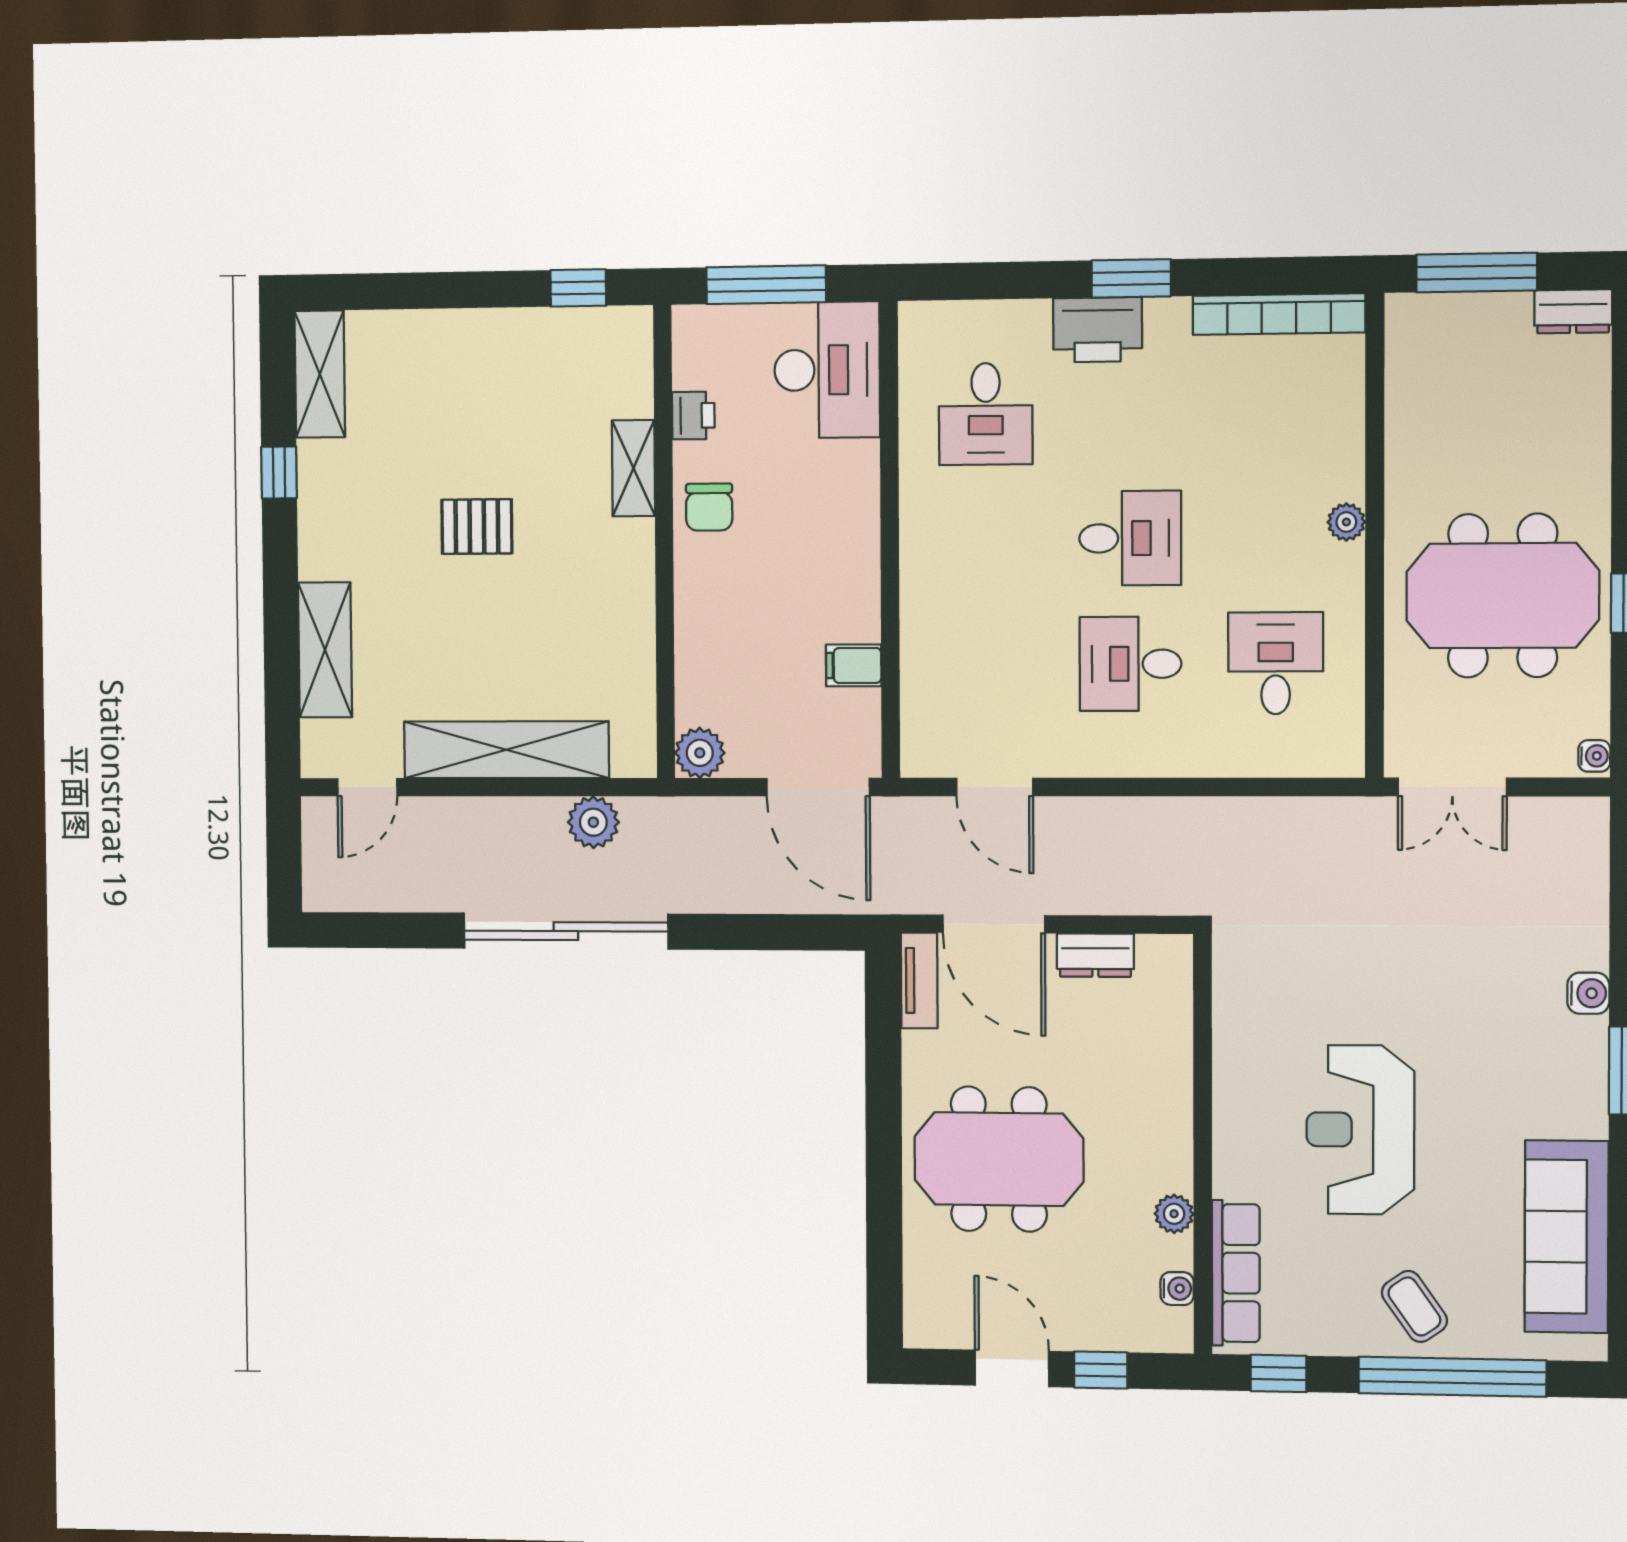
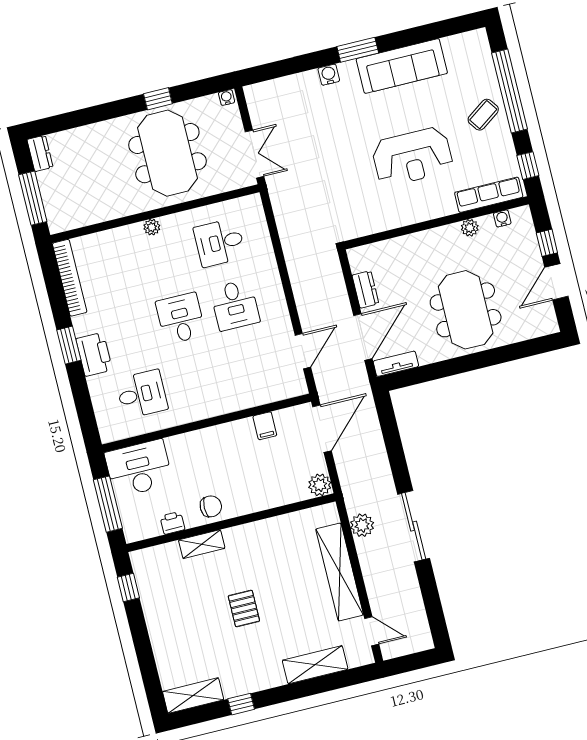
sliding door: (566, 931) -> (414, 526), width x0.73
sofa: (1567, 1237) -> (402, 66), moved

